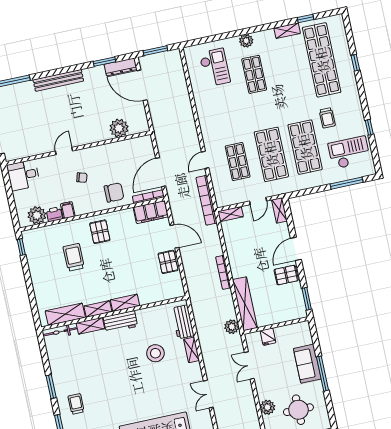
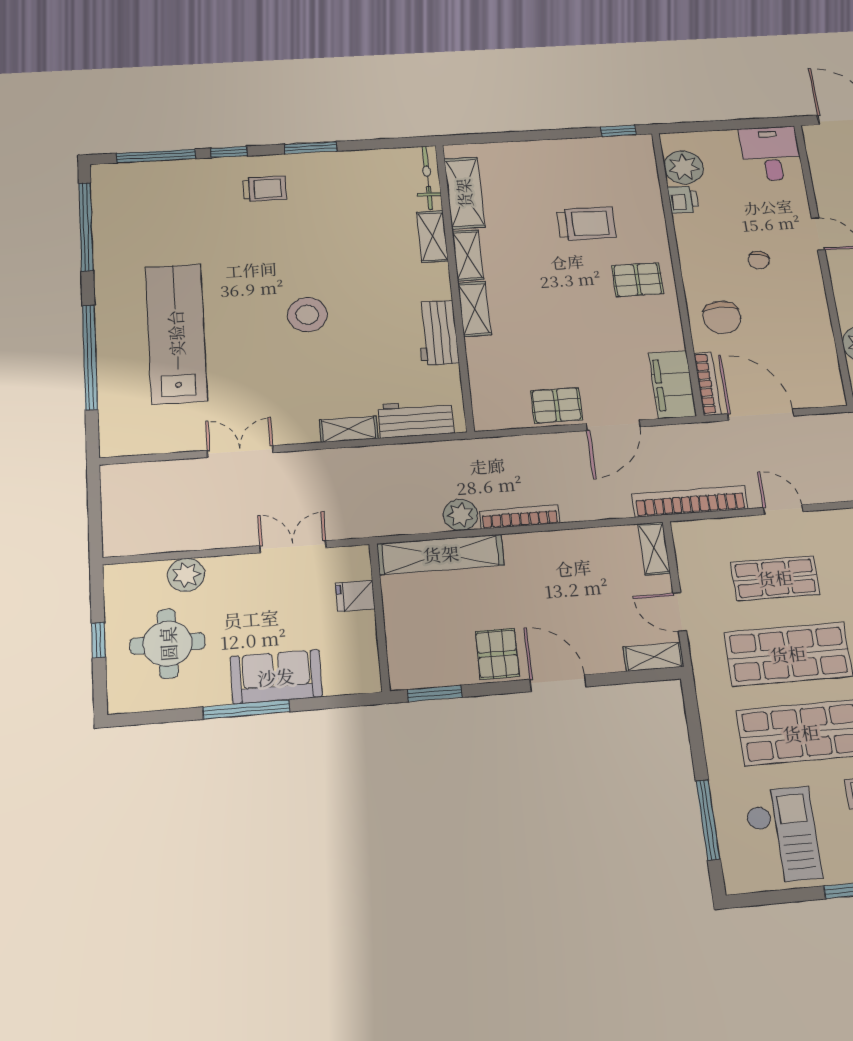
filing cabinet: (68, 210) -> (690, 225), removed
workbench: (120, 322) -> (437, 333), moved
plant: (232, 327) -> (460, 515), moved
stool: (155, 353) -> (307, 315), moved

